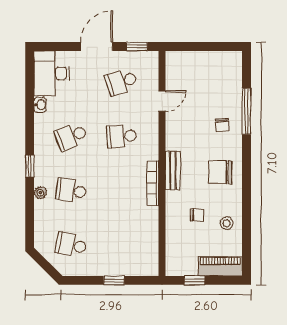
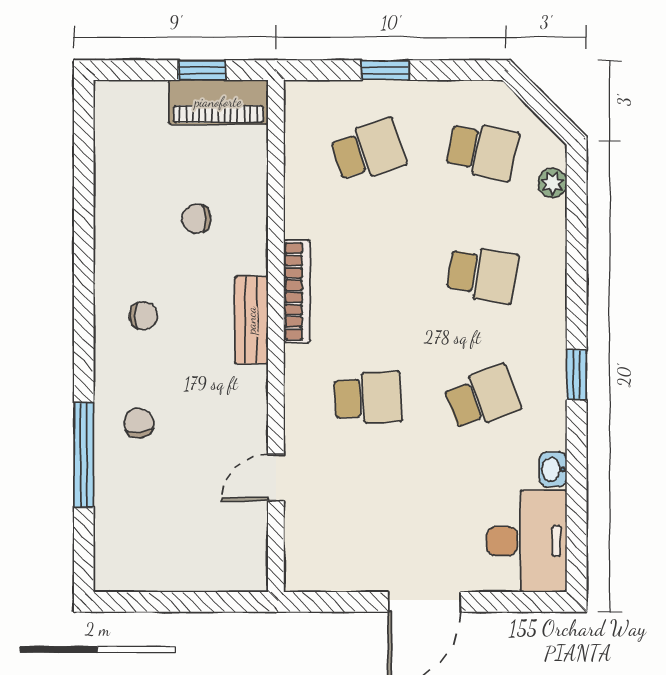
window: (137, 46) -> (333, 602), removed
school desk: (121, 82) -> (368, 151), moved
window: (30, 166) -> (577, 375), moved
chair: (220, 172) -> (143, 316), width x0.54, depth x0.54
plant: (40, 193) -> (552, 183), moved
stool: (227, 223) -> (129, 200), removed
piano: (220, 266) -> (218, 102), moved

